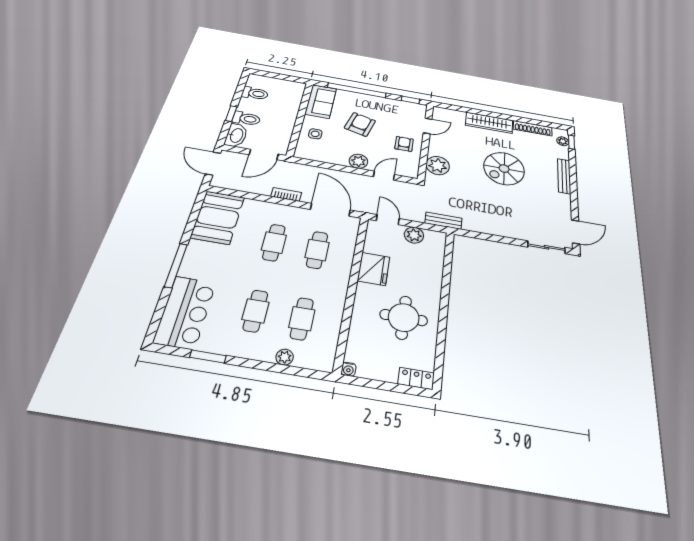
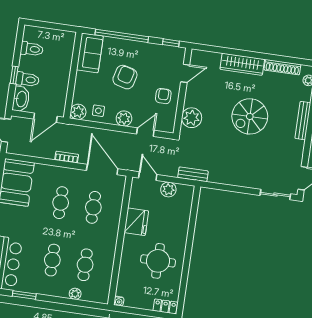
side table: (315, 134) -> (98, 111), moved
plant: (304, 152) -> (78, 112), added

